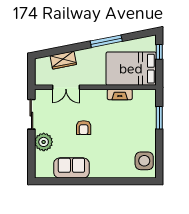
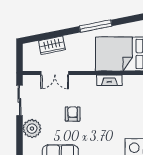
armchair: (84, 128) -> (73, 114), turned 180

